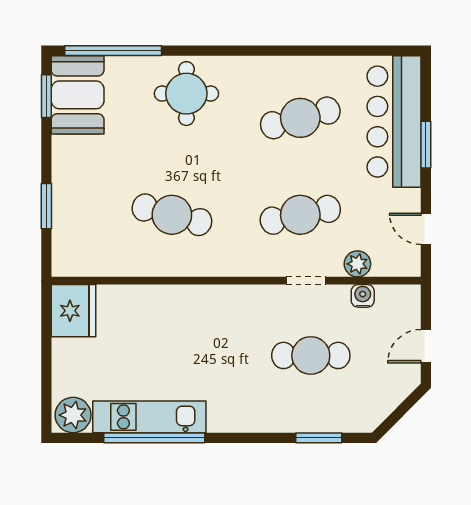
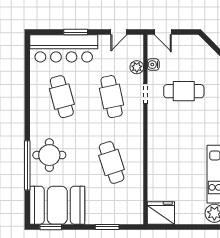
window: (113, 51) -> (27, 165), moved
booth: (78, 95) -> (57, 205), width x1.36, depth x1.42
cafe table: (172, 215) -> (112, 162), turned -33
door: (426, 346) -> (163, 32), moved
cafe table: (311, 355) -> (184, 91), turned 90

